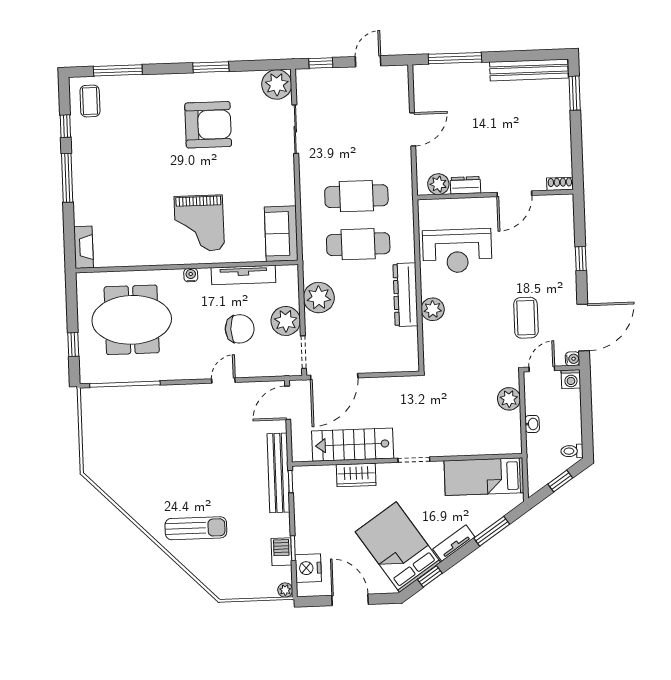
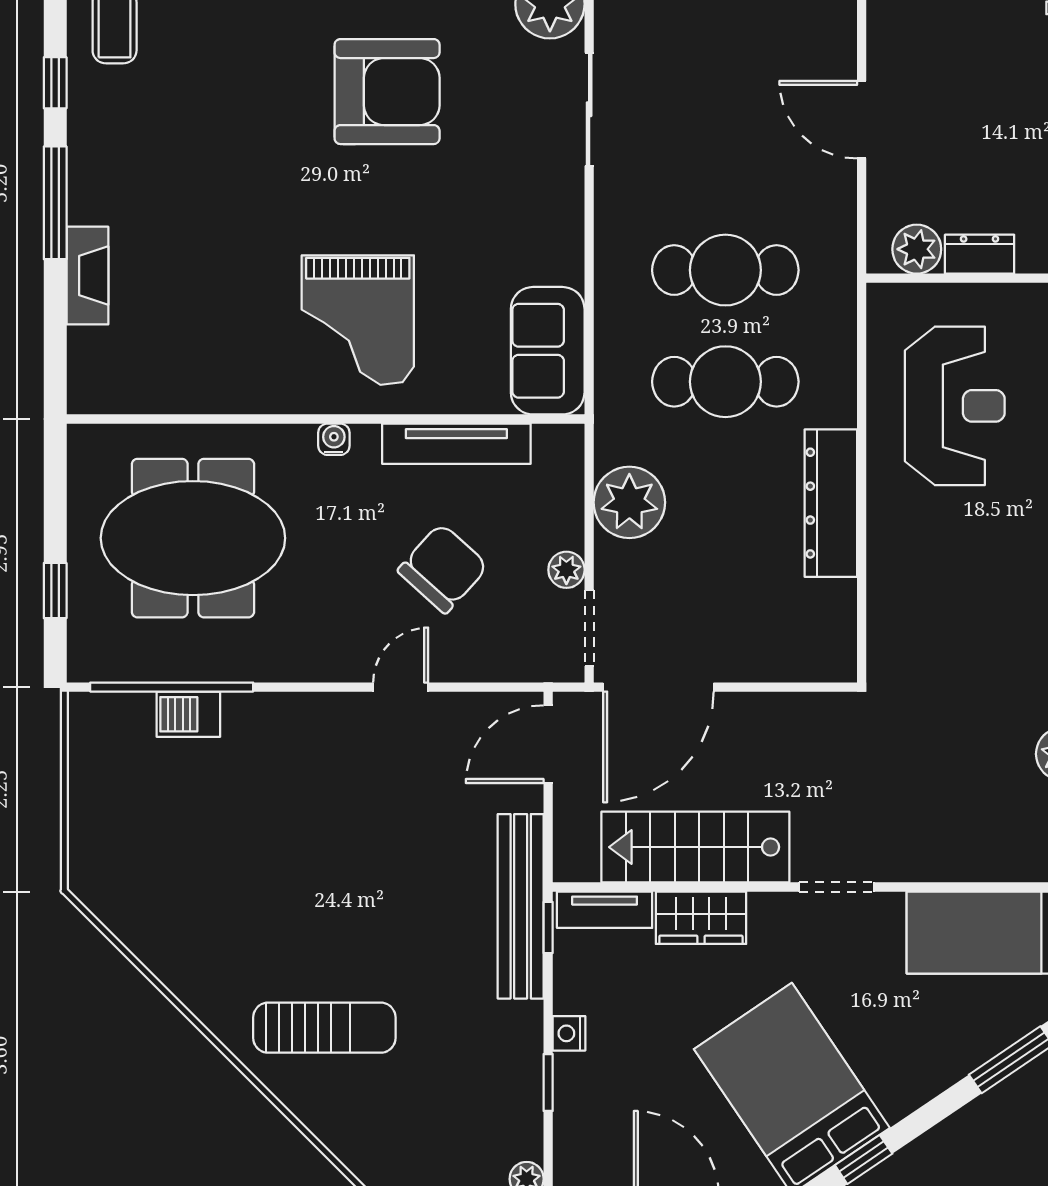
door: (413, 129) -> (862, 120), swing flipped
fireplace: (84, 247) -> (87, 276), moved
reception desk: (457, 251) -> (955, 406), turned -90
plant: (433, 309) -> (893, 539), removed
plant: (286, 321) -> (566, 570), width x0.53, depth x0.53
chair: (240, 329) -> (443, 568), turned -48
tv unit: (454, 543) -> (605, 910), moved, turned -146
barbecue: (281, 552) -> (188, 714), moved, turned -90
nightstand: (308, 568) -> (569, 1033), moved, width x0.53, depth x0.56

